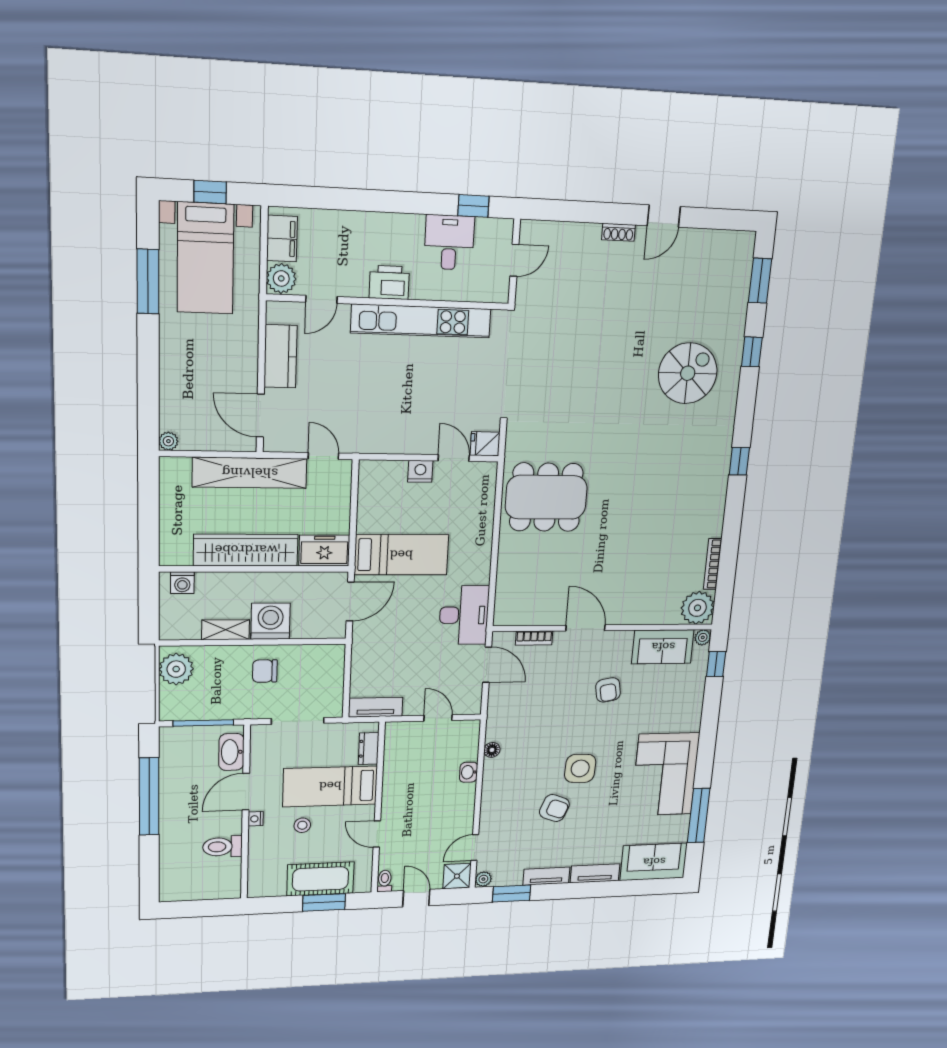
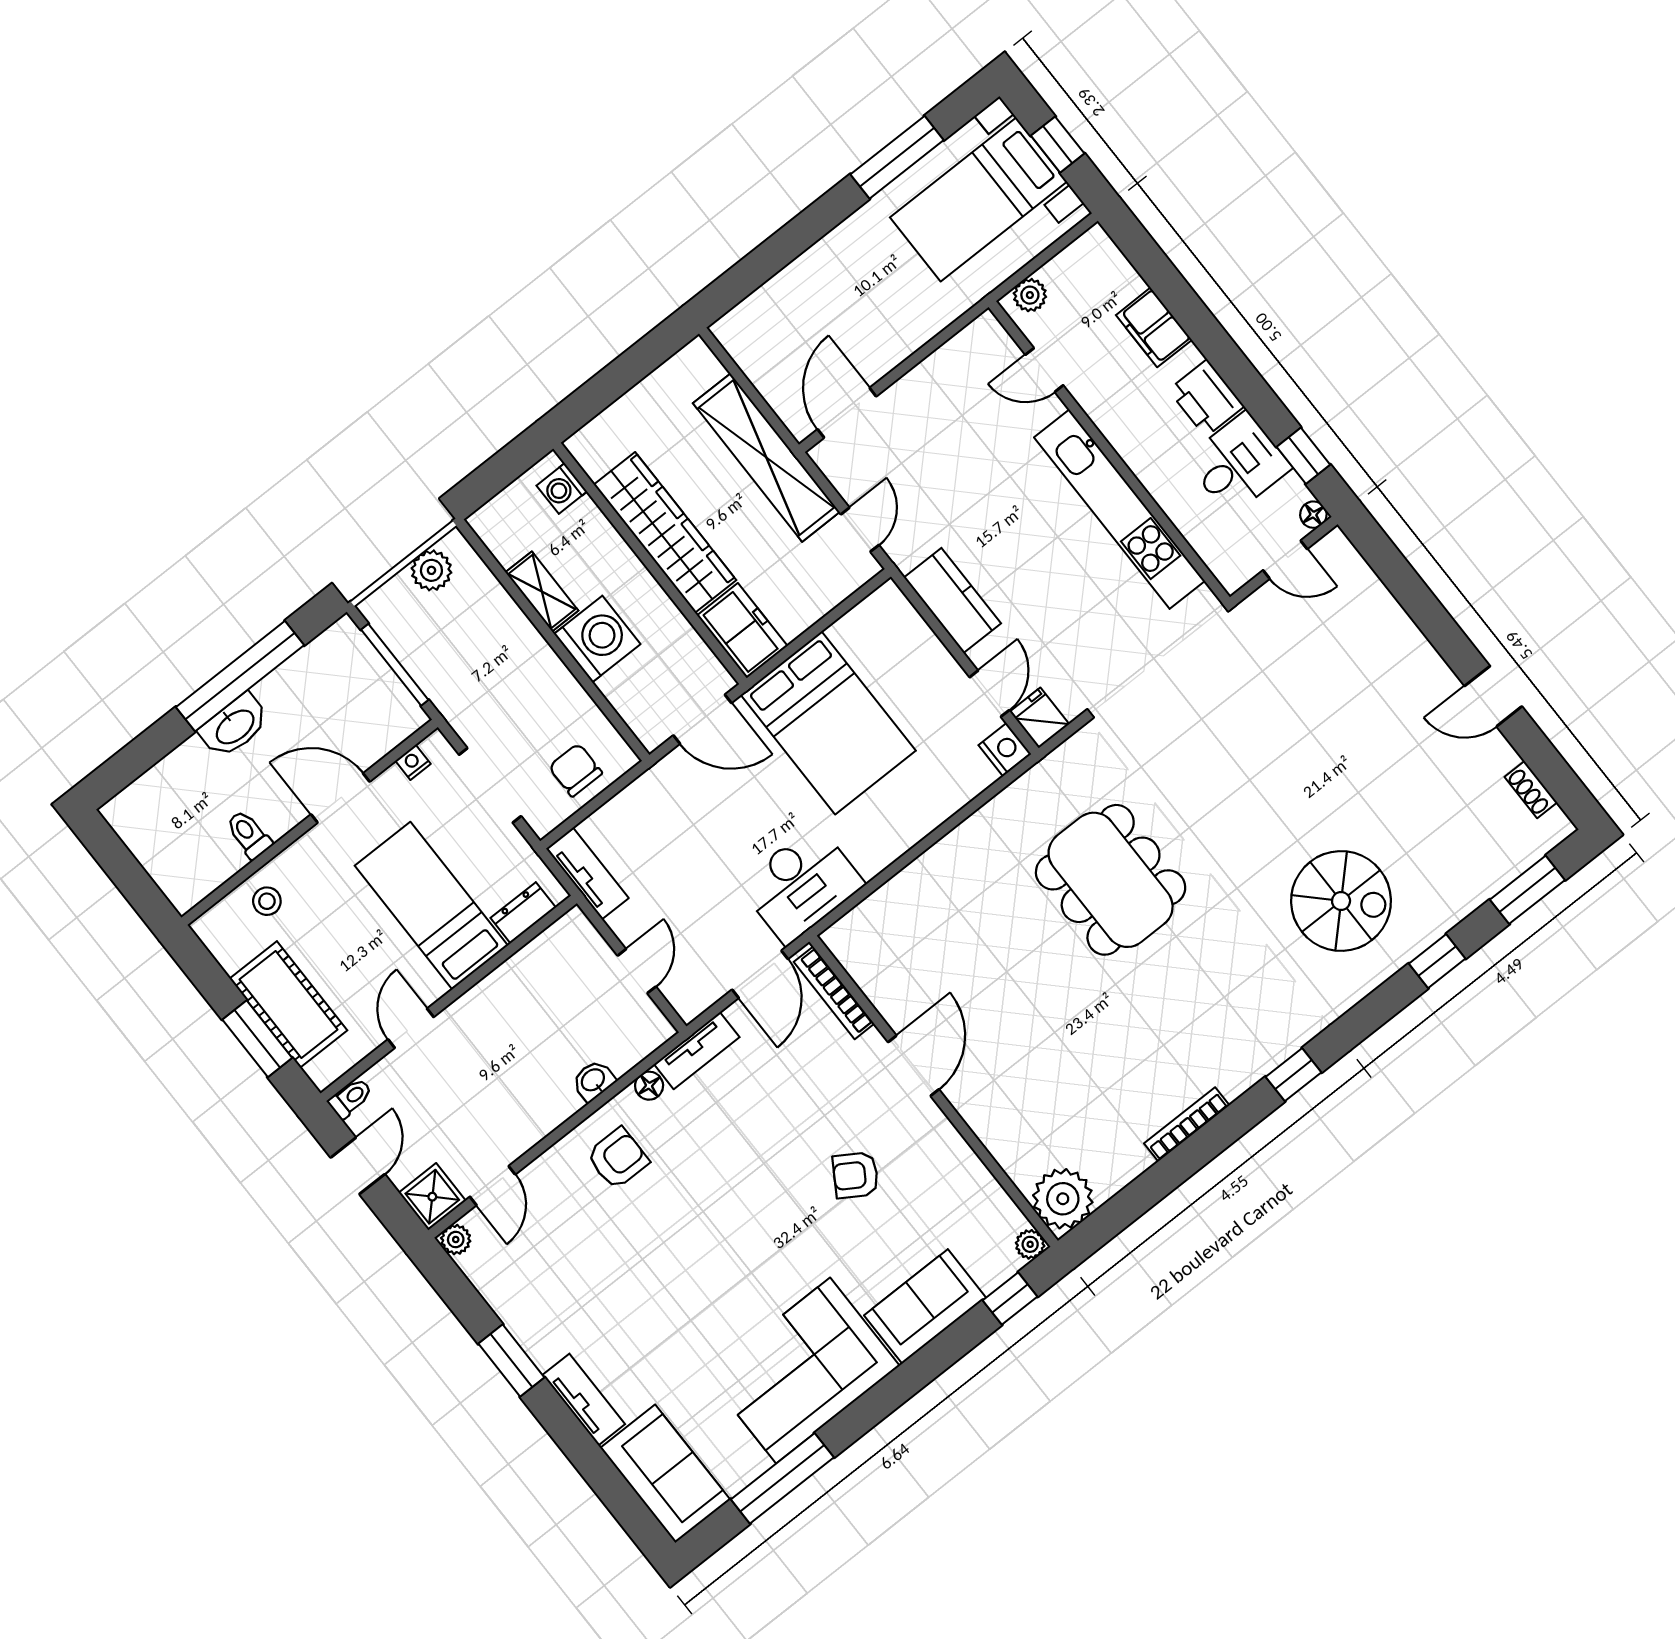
floor lamp: (505, 227) -> (1313, 515), added
shoe rack: (618, 232) -> (1531, 790), moved
filing cabinet: (282, 239) -> (1154, 327), moved, turned 90
plant: (281, 278) -> (1030, 295), width x0.73, depth x0.73
printer: (389, 282) -> (1206, 398), moved, turned 180
kitchen counter: (280, 356) -> (952, 600), moved, turned -90
plant: (168, 441) -> (727, 330), removed
nightstand: (420, 471) -> (1005, 749), moved
dining table: (546, 497) -> (1111, 880), moved
bed: (401, 555) -> (828, 723), width x1.50
bookcase: (713, 564) -> (1187, 1124), moved
bookcase: (534, 638) -> (834, 993), width x1.56
sofa: (663, 647) -> (925, 1306), moved, turned 90
plant: (176, 669) -> (431, 570), width x0.73, depth x0.73
chair: (265, 671) -> (575, 770), moved
armchair: (608, 690) -> (856, 1175), turned 42
washbasin: (231, 752) -> (234, 726), moved, turned 180
side table: (580, 768) -> (718, 1236), removed
armchair: (554, 808) -> (618, 1158), moved, turned -111
nightstand: (256, 819) -> (413, 762), moved
stool: (302, 825) -> (267, 901), moved
toilet: (223, 847) -> (249, 834), width x0.73, depth x0.72
door: (475, 848) -> (493, 1186), swing flipped
tv unit: (546, 876) -> (697, 1051), moved, turned 90
window: (512, 894) -> (511, 1361), moved

